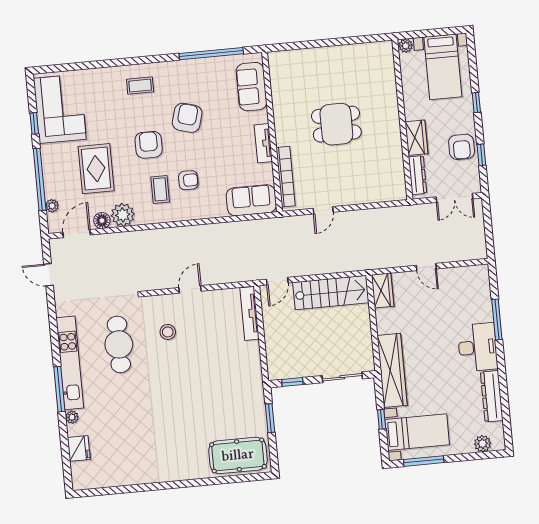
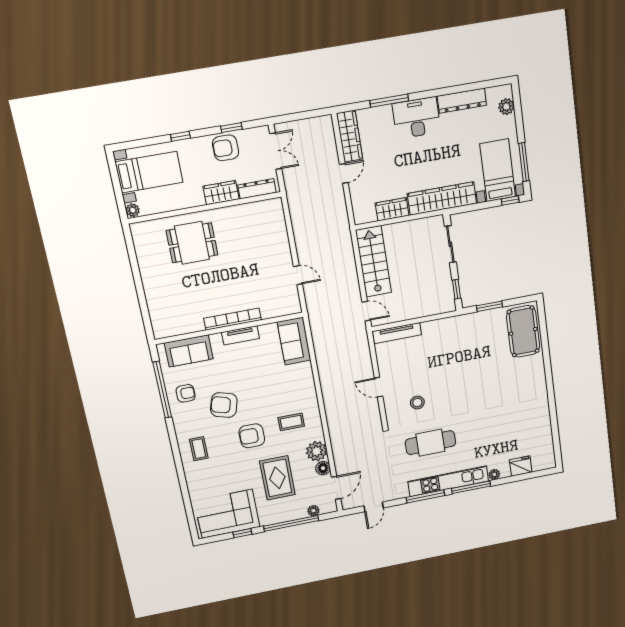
dining table: (336, 124) -> (192, 243), moved, turned 90
armchair: (462, 147) -> (226, 148), turned 180
rug: (96, 169) -> (277, 478), turned 90
bookcase: (286, 177) -> (233, 319), moved
armchair: (188, 180) -> (186, 393), moved, turned 90
door: (77, 234) -> (336, 488), swing flipped
wardrobe: (464, 276) -> (350, 136), added
wardrobe: (383, 291) -> (392, 209), moved
window: (54, 335) -> (425, 496), added
window: (382, 419) -> (510, 201), moved

